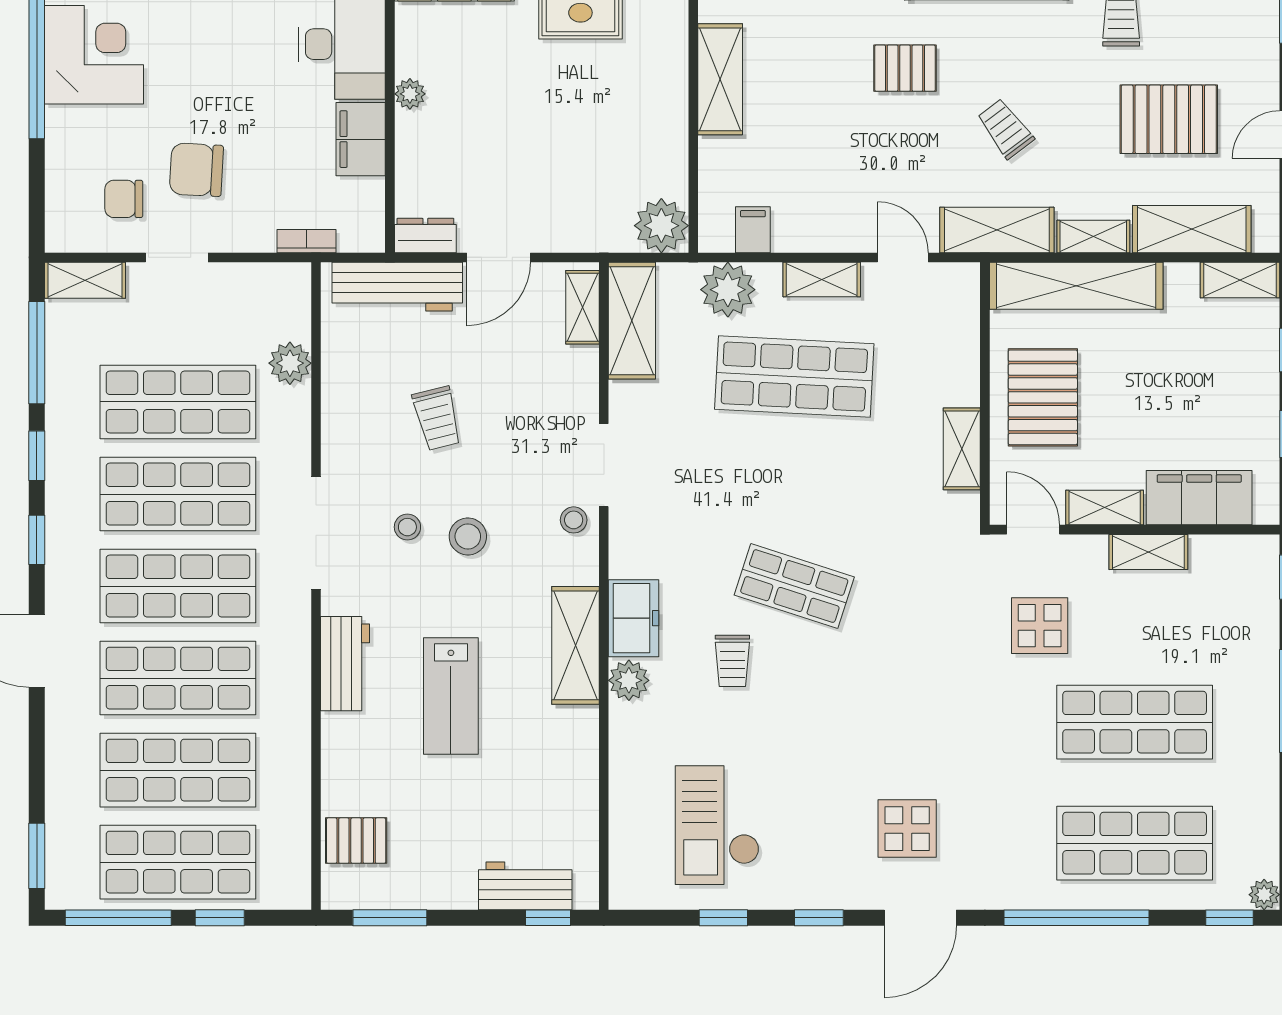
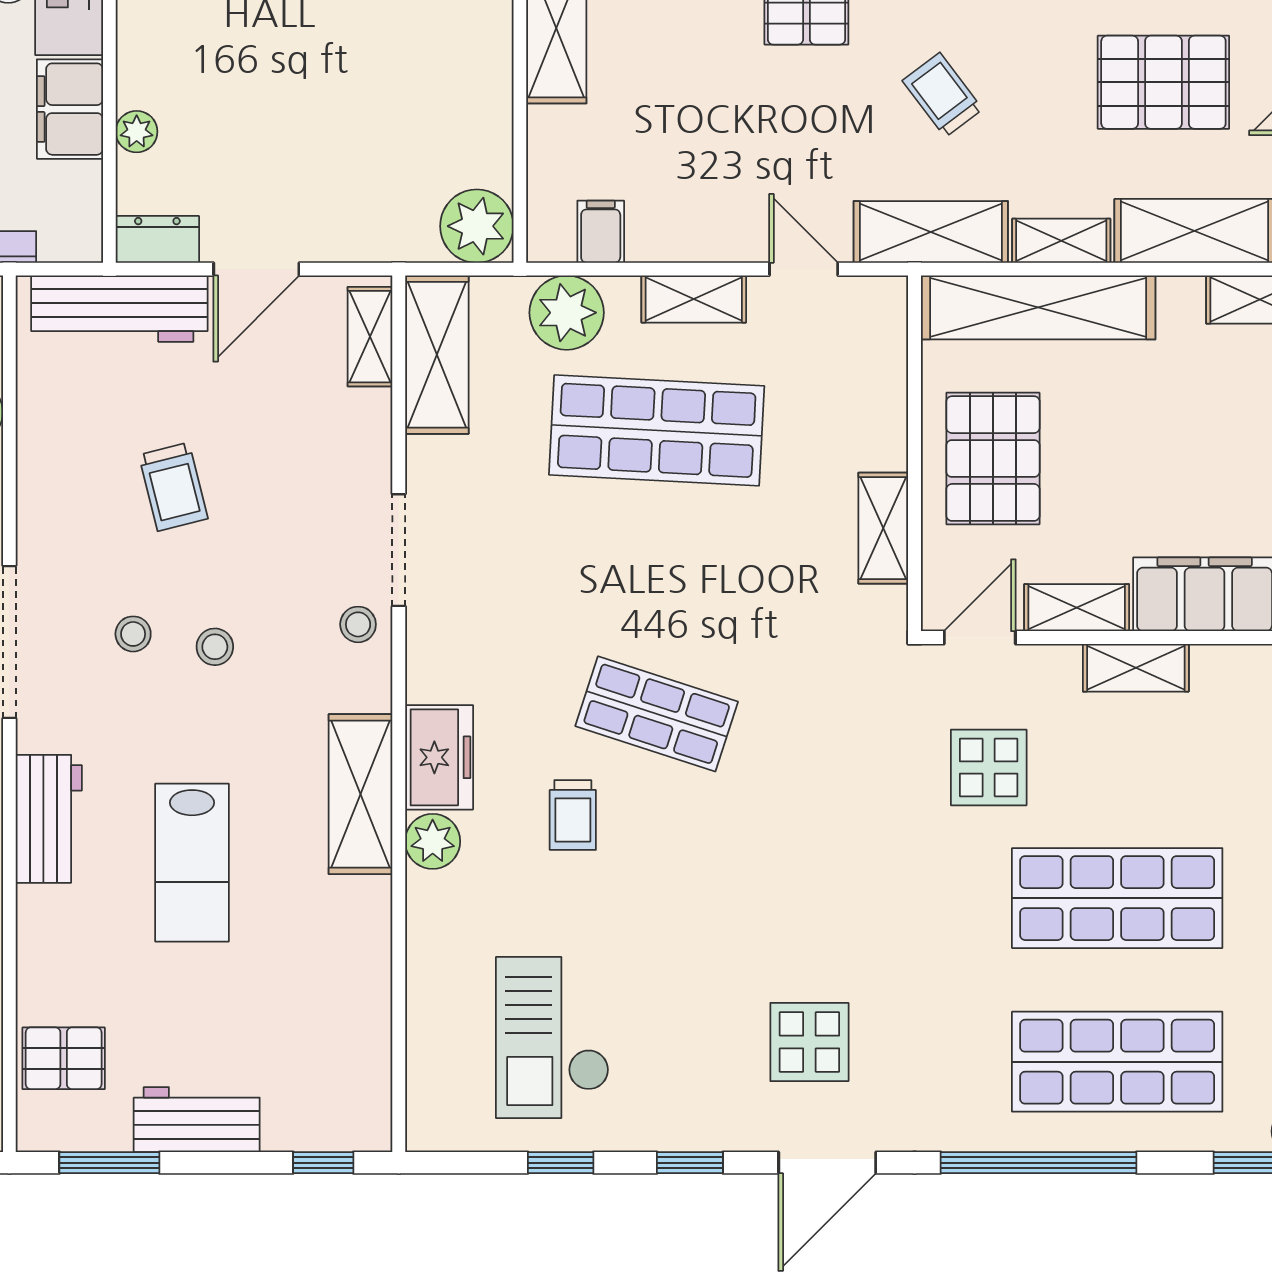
plant: (410, 94) -> (137, 132), moved
door: (1033, 530) -> (980, 638), hinge flipped
stool: (468, 536) -> (215, 647), width x0.73, depth x0.73
workbench: (525, 886) -> (197, 1120), moved

